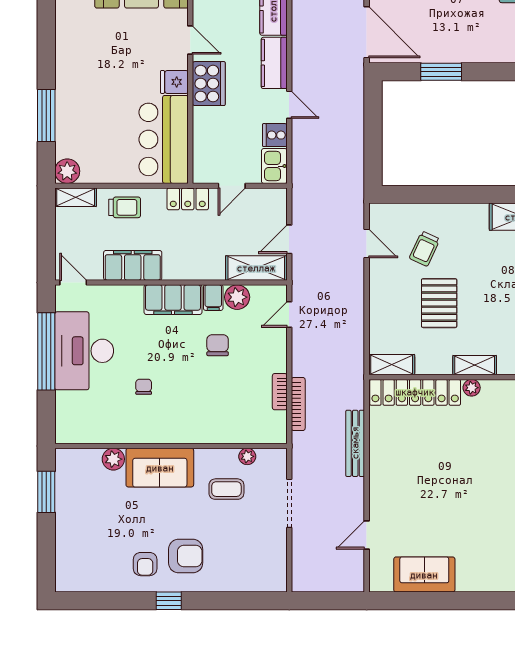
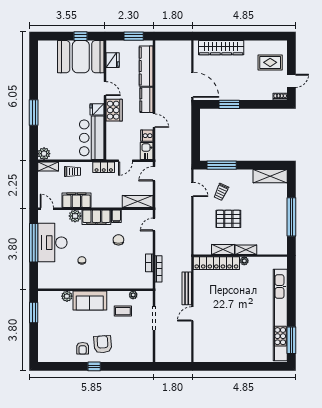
window: (46, 116) -> (34, 113), moved
window: (426, 194) -> (222, 165), added
door: (289, 239) -> (154, 174), moved
plant: (237, 297) -> (75, 216), moved
pallet: (439, 303) -> (228, 219), turned 90
shelving: (392, 365) -> (223, 249), moved
door: (367, 535) -> (192, 314), moved
armchair: (186, 556) -> (103, 344), turned -94
sofa: (424, 575) -> (221, 353), removed

